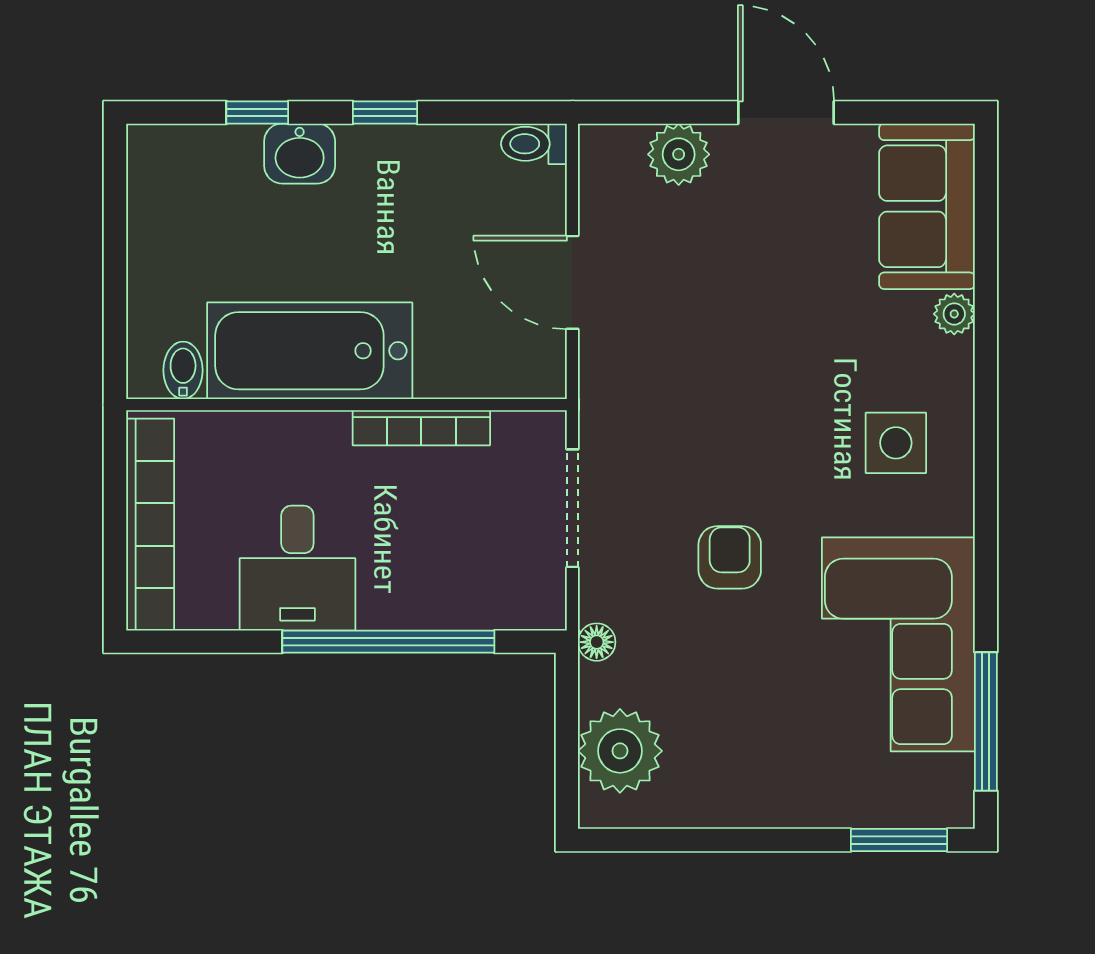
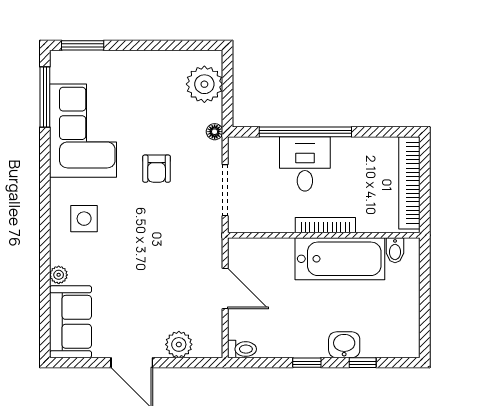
bookcase: (421, 428) -> (325, 225), moved
desk: (297, 568) -> (305, 164), moved

